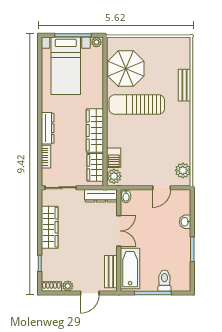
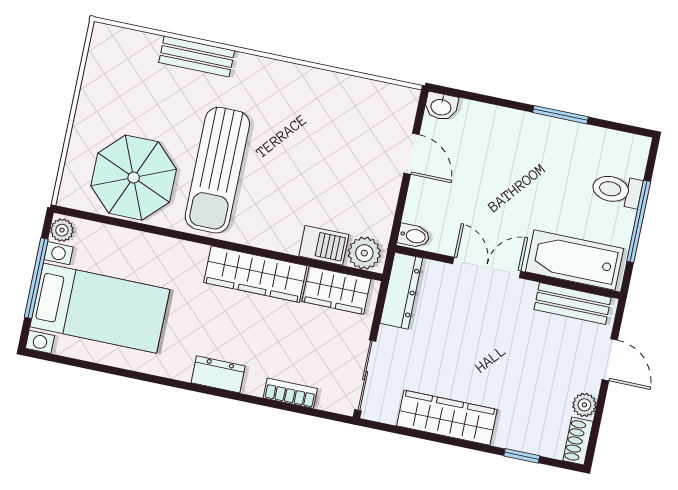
dresser: (48, 128) -> (218, 374), width x0.70
plant: (183, 170) -> (383, 99), removed
washbasin: (185, 222) -> (441, 106), moved

